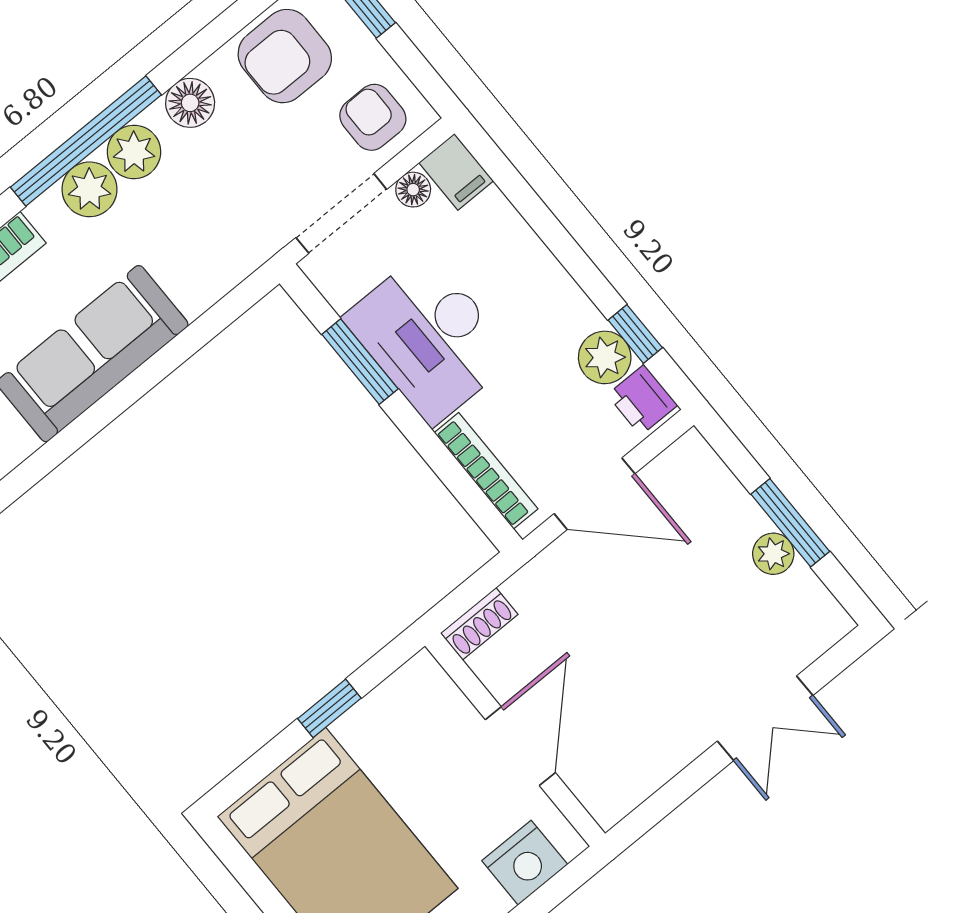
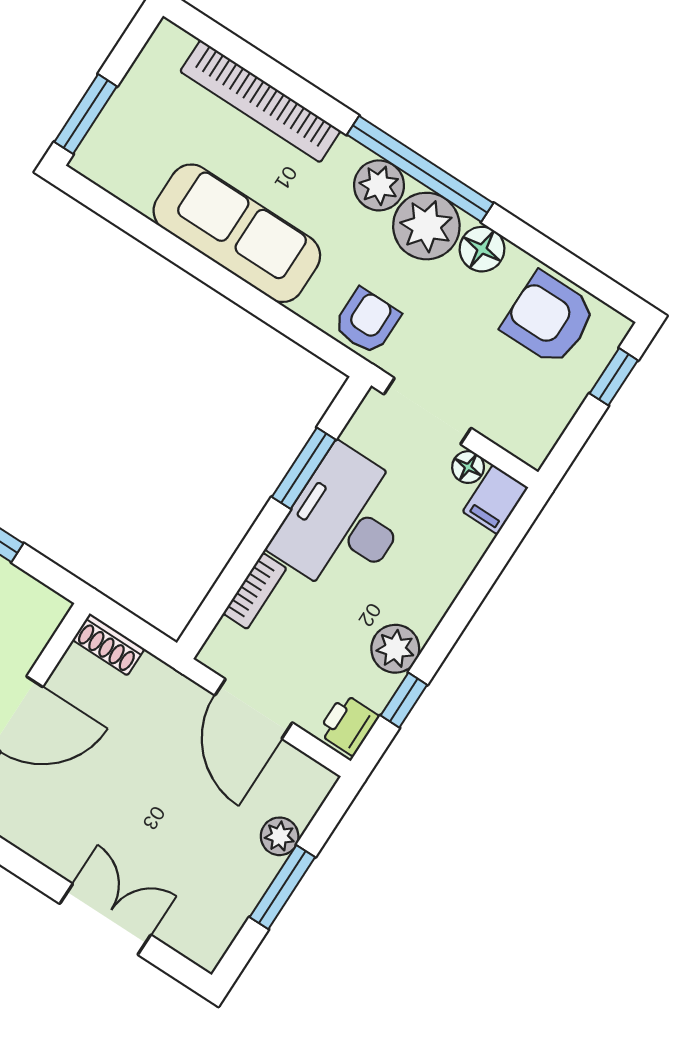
armchair: (373, 117) -> (367, 321), moved
plant: (134, 152) -> (426, 226), width x1.36, depth x1.36
plant: (605, 357) -> (395, 649), moved
bookcase: (486, 471) -> (255, 591), width x0.64
plant: (773, 554) -> (280, 836), moved
double door: (765, 718) -> (105, 919), swing flipped

